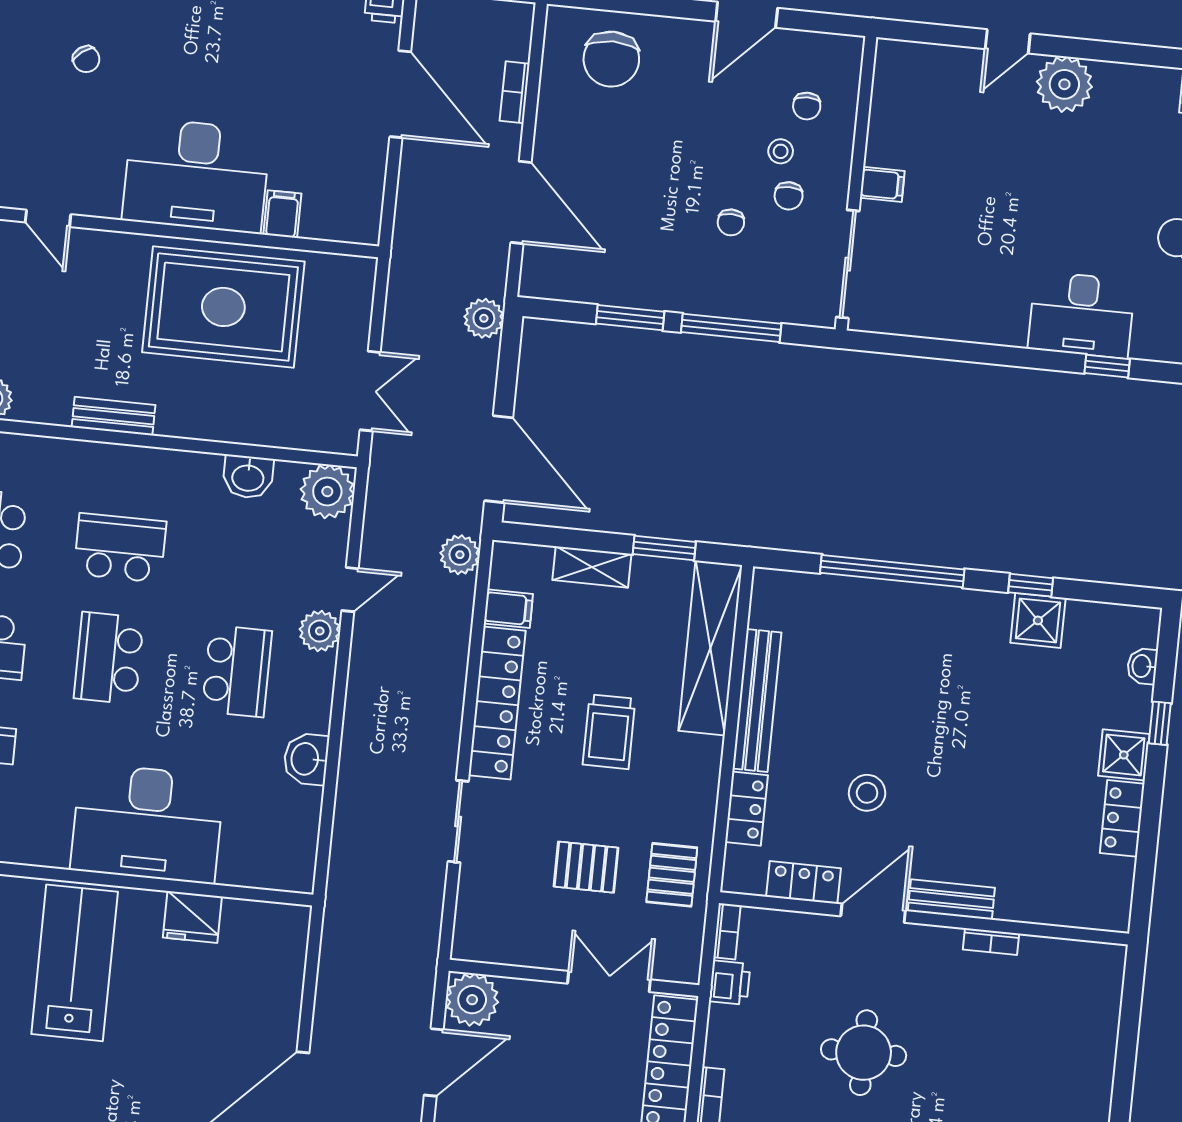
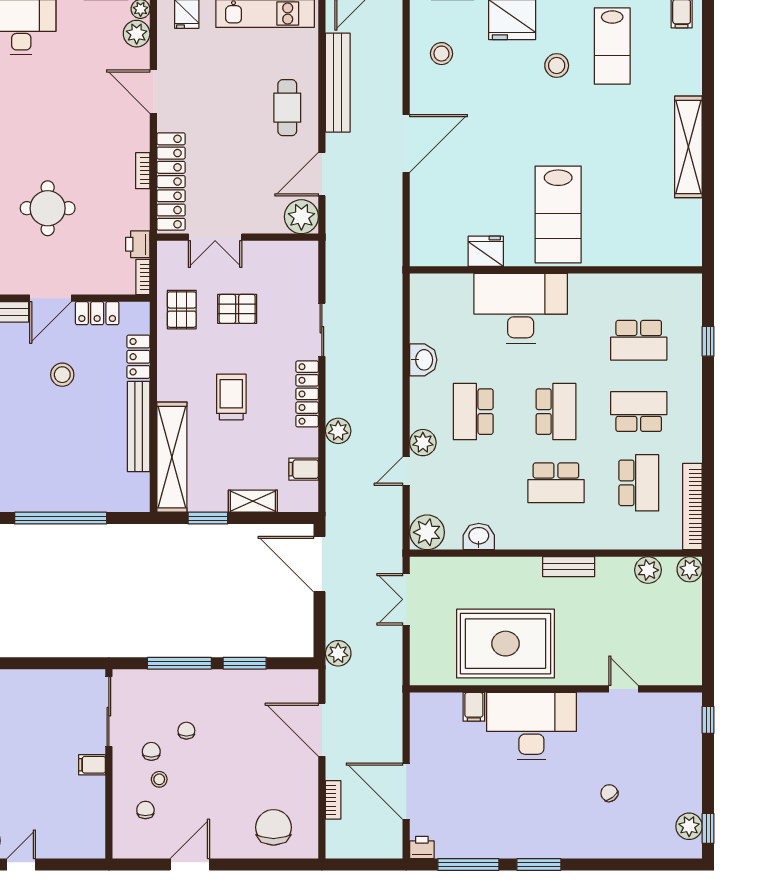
plant: (460, 555) -> (338, 431), moved
locker: (497, 703) -> (307, 394), width x0.71, depth x0.83

